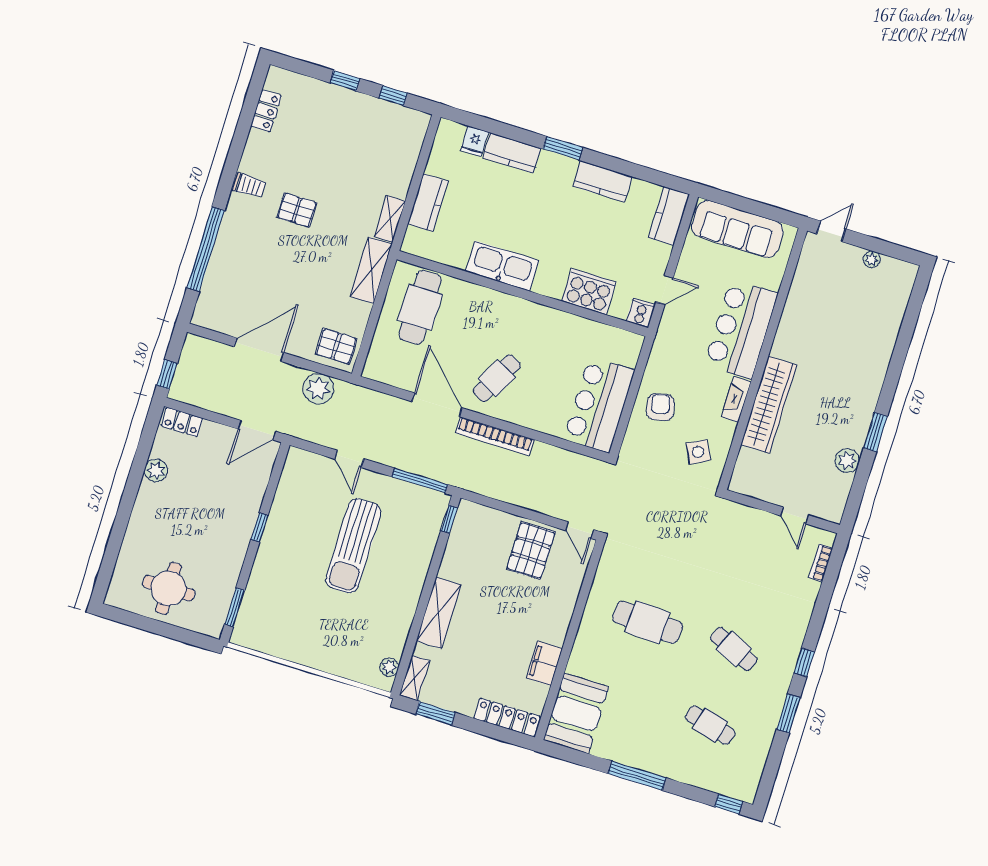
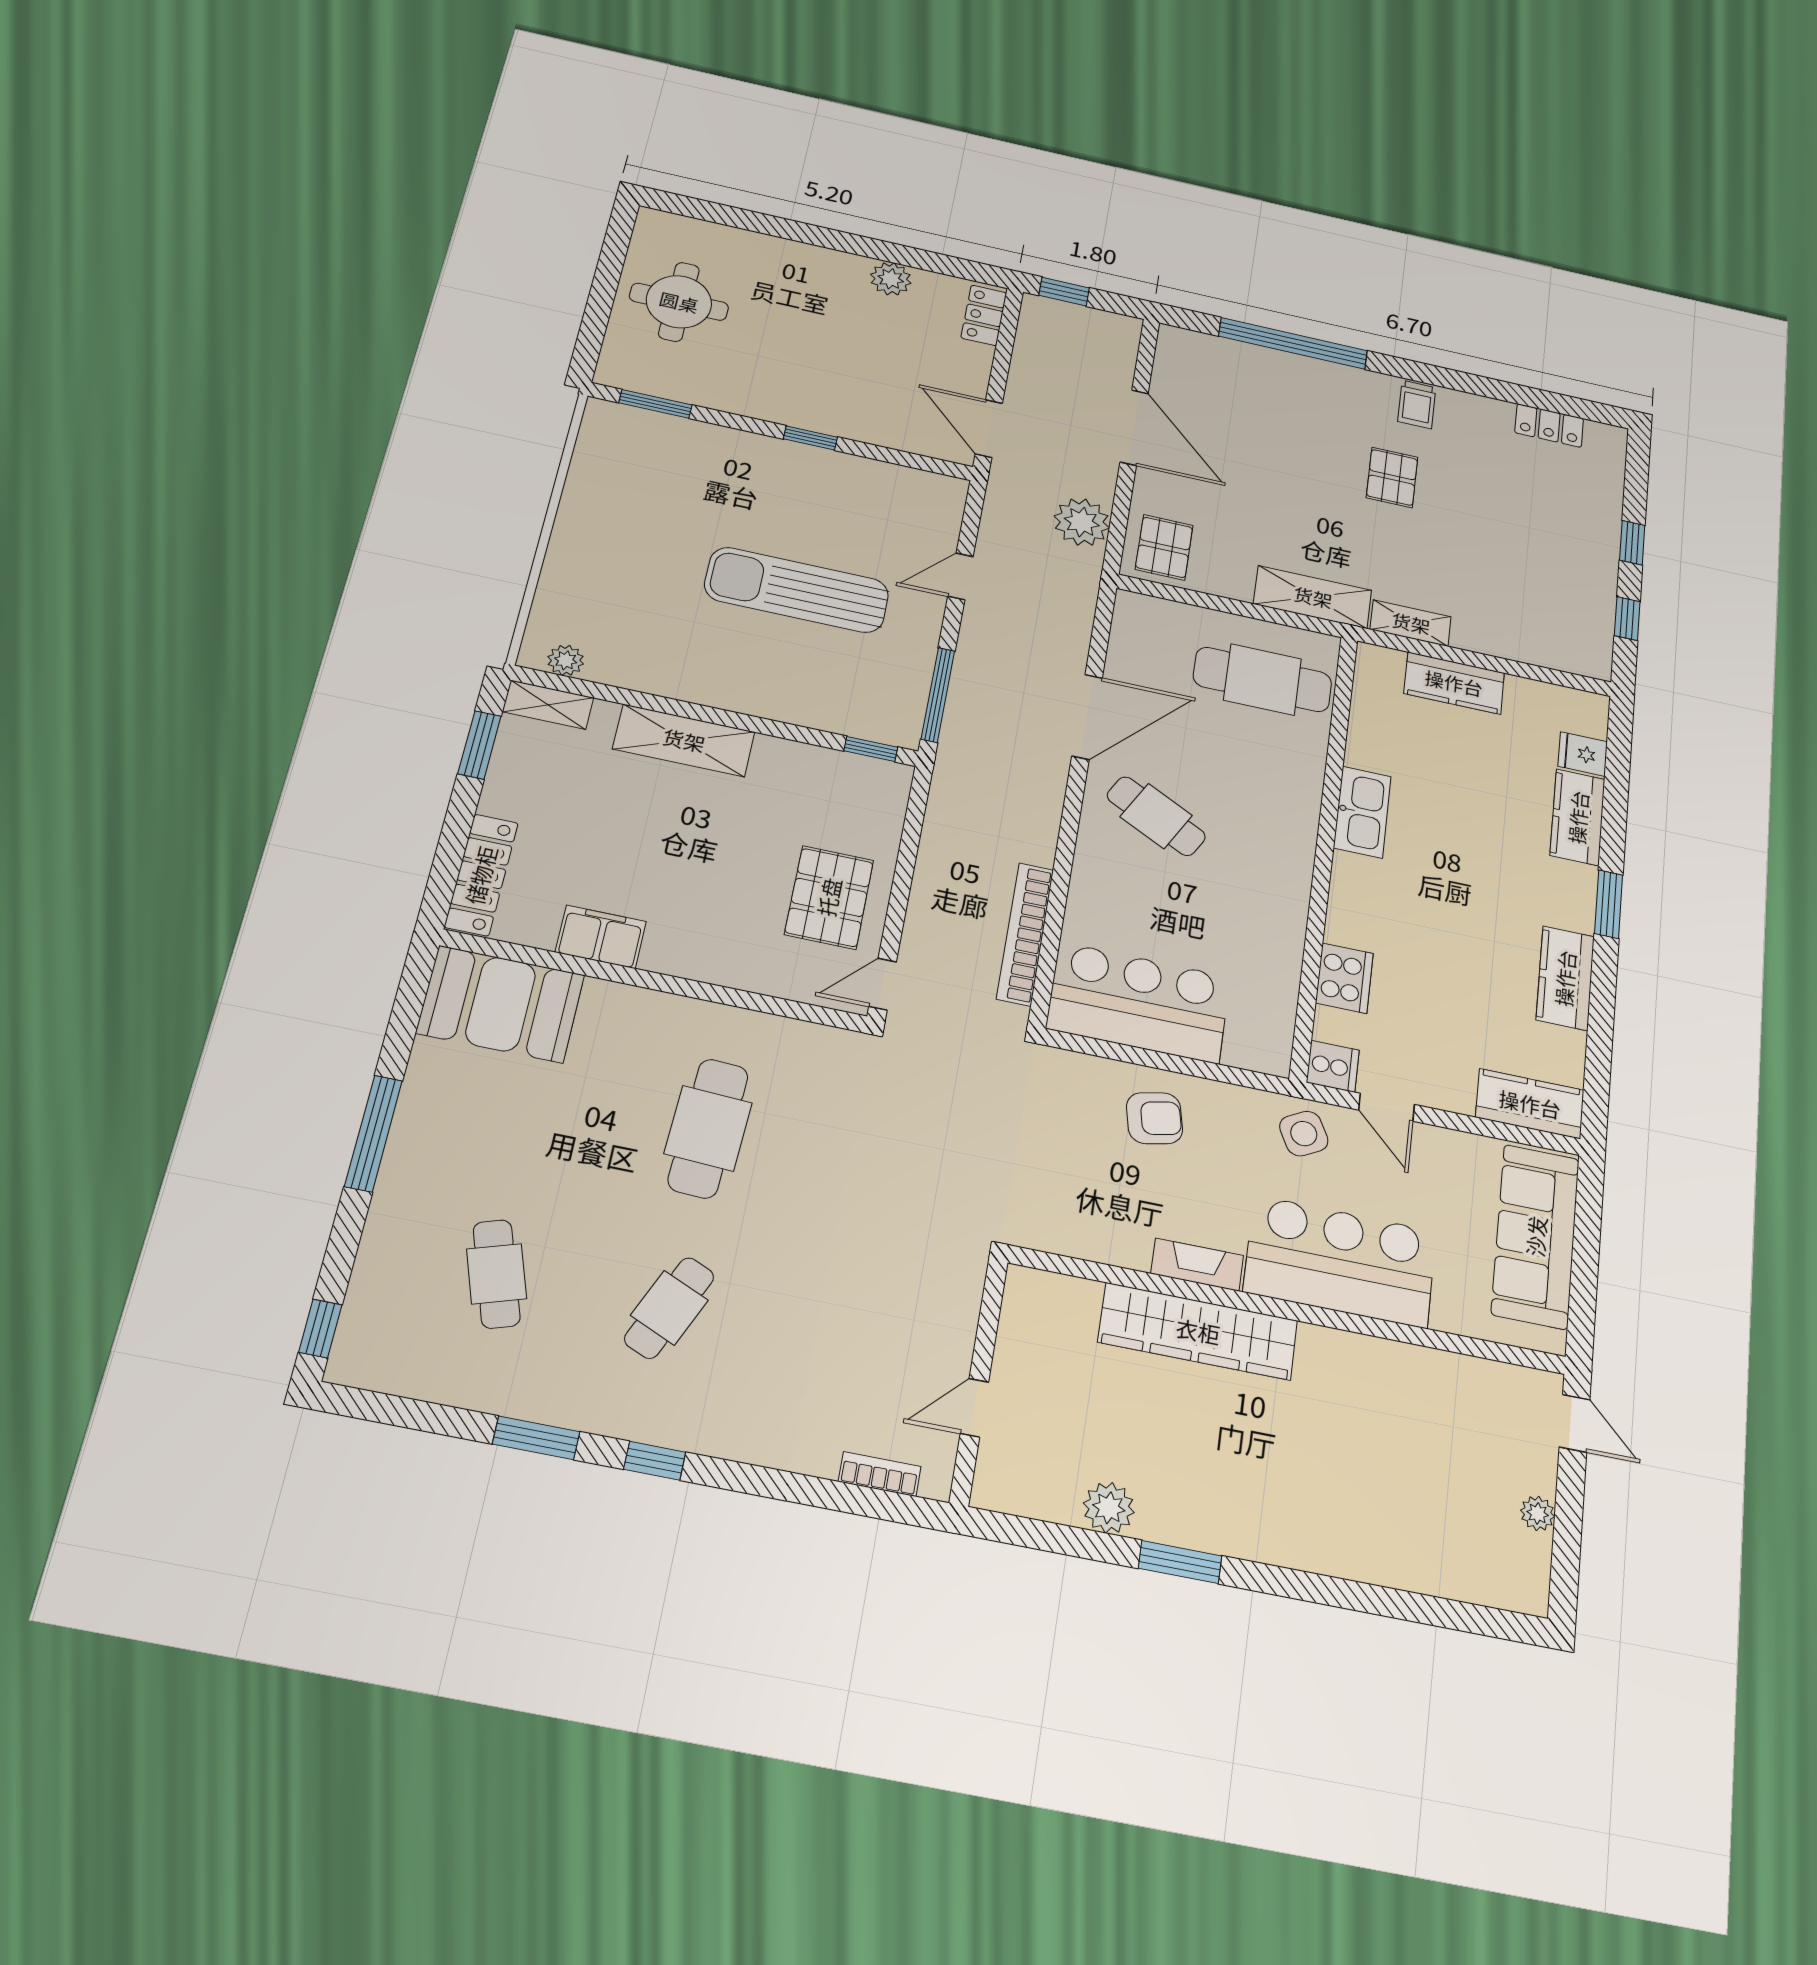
kitchen sink: (502, 266) -> (1362, 812), width x0.73, depth x0.81
cooker: (589, 292) -> (1344, 978), width x0.73, depth x0.76
bookcase: (495, 436) -> (1025, 934), moved
side table: (698, 452) -> (1304, 1134), moved
pallet: (531, 550) -> (829, 897), turned 90
cafe table: (710, 725) -> (497, 1274), turned -33

